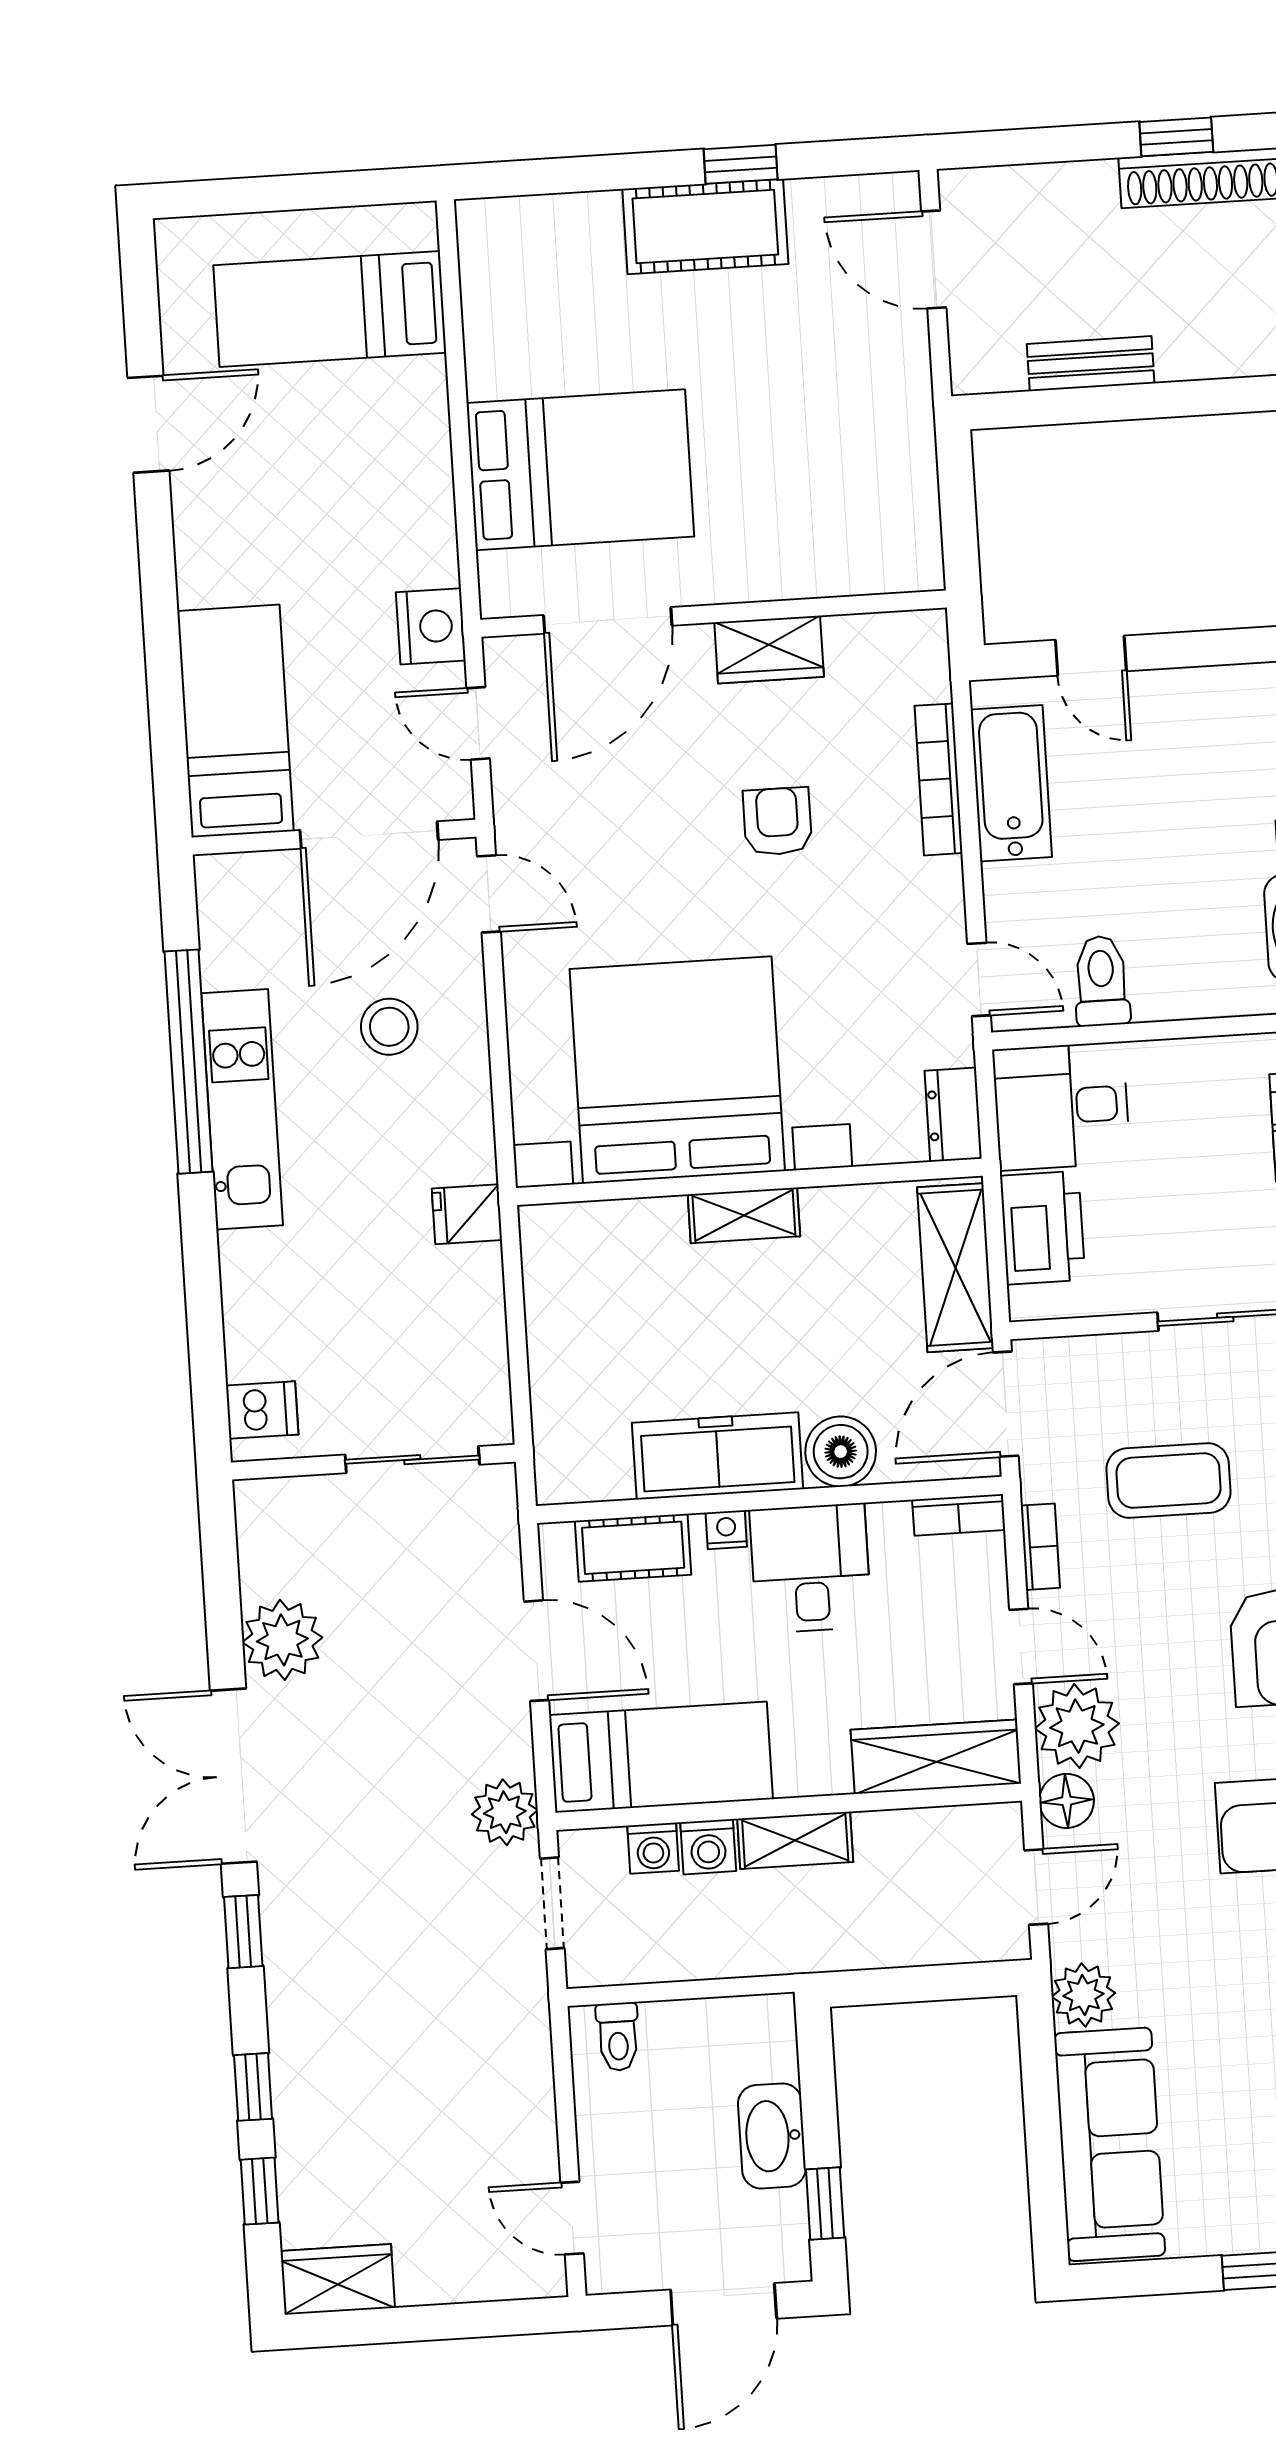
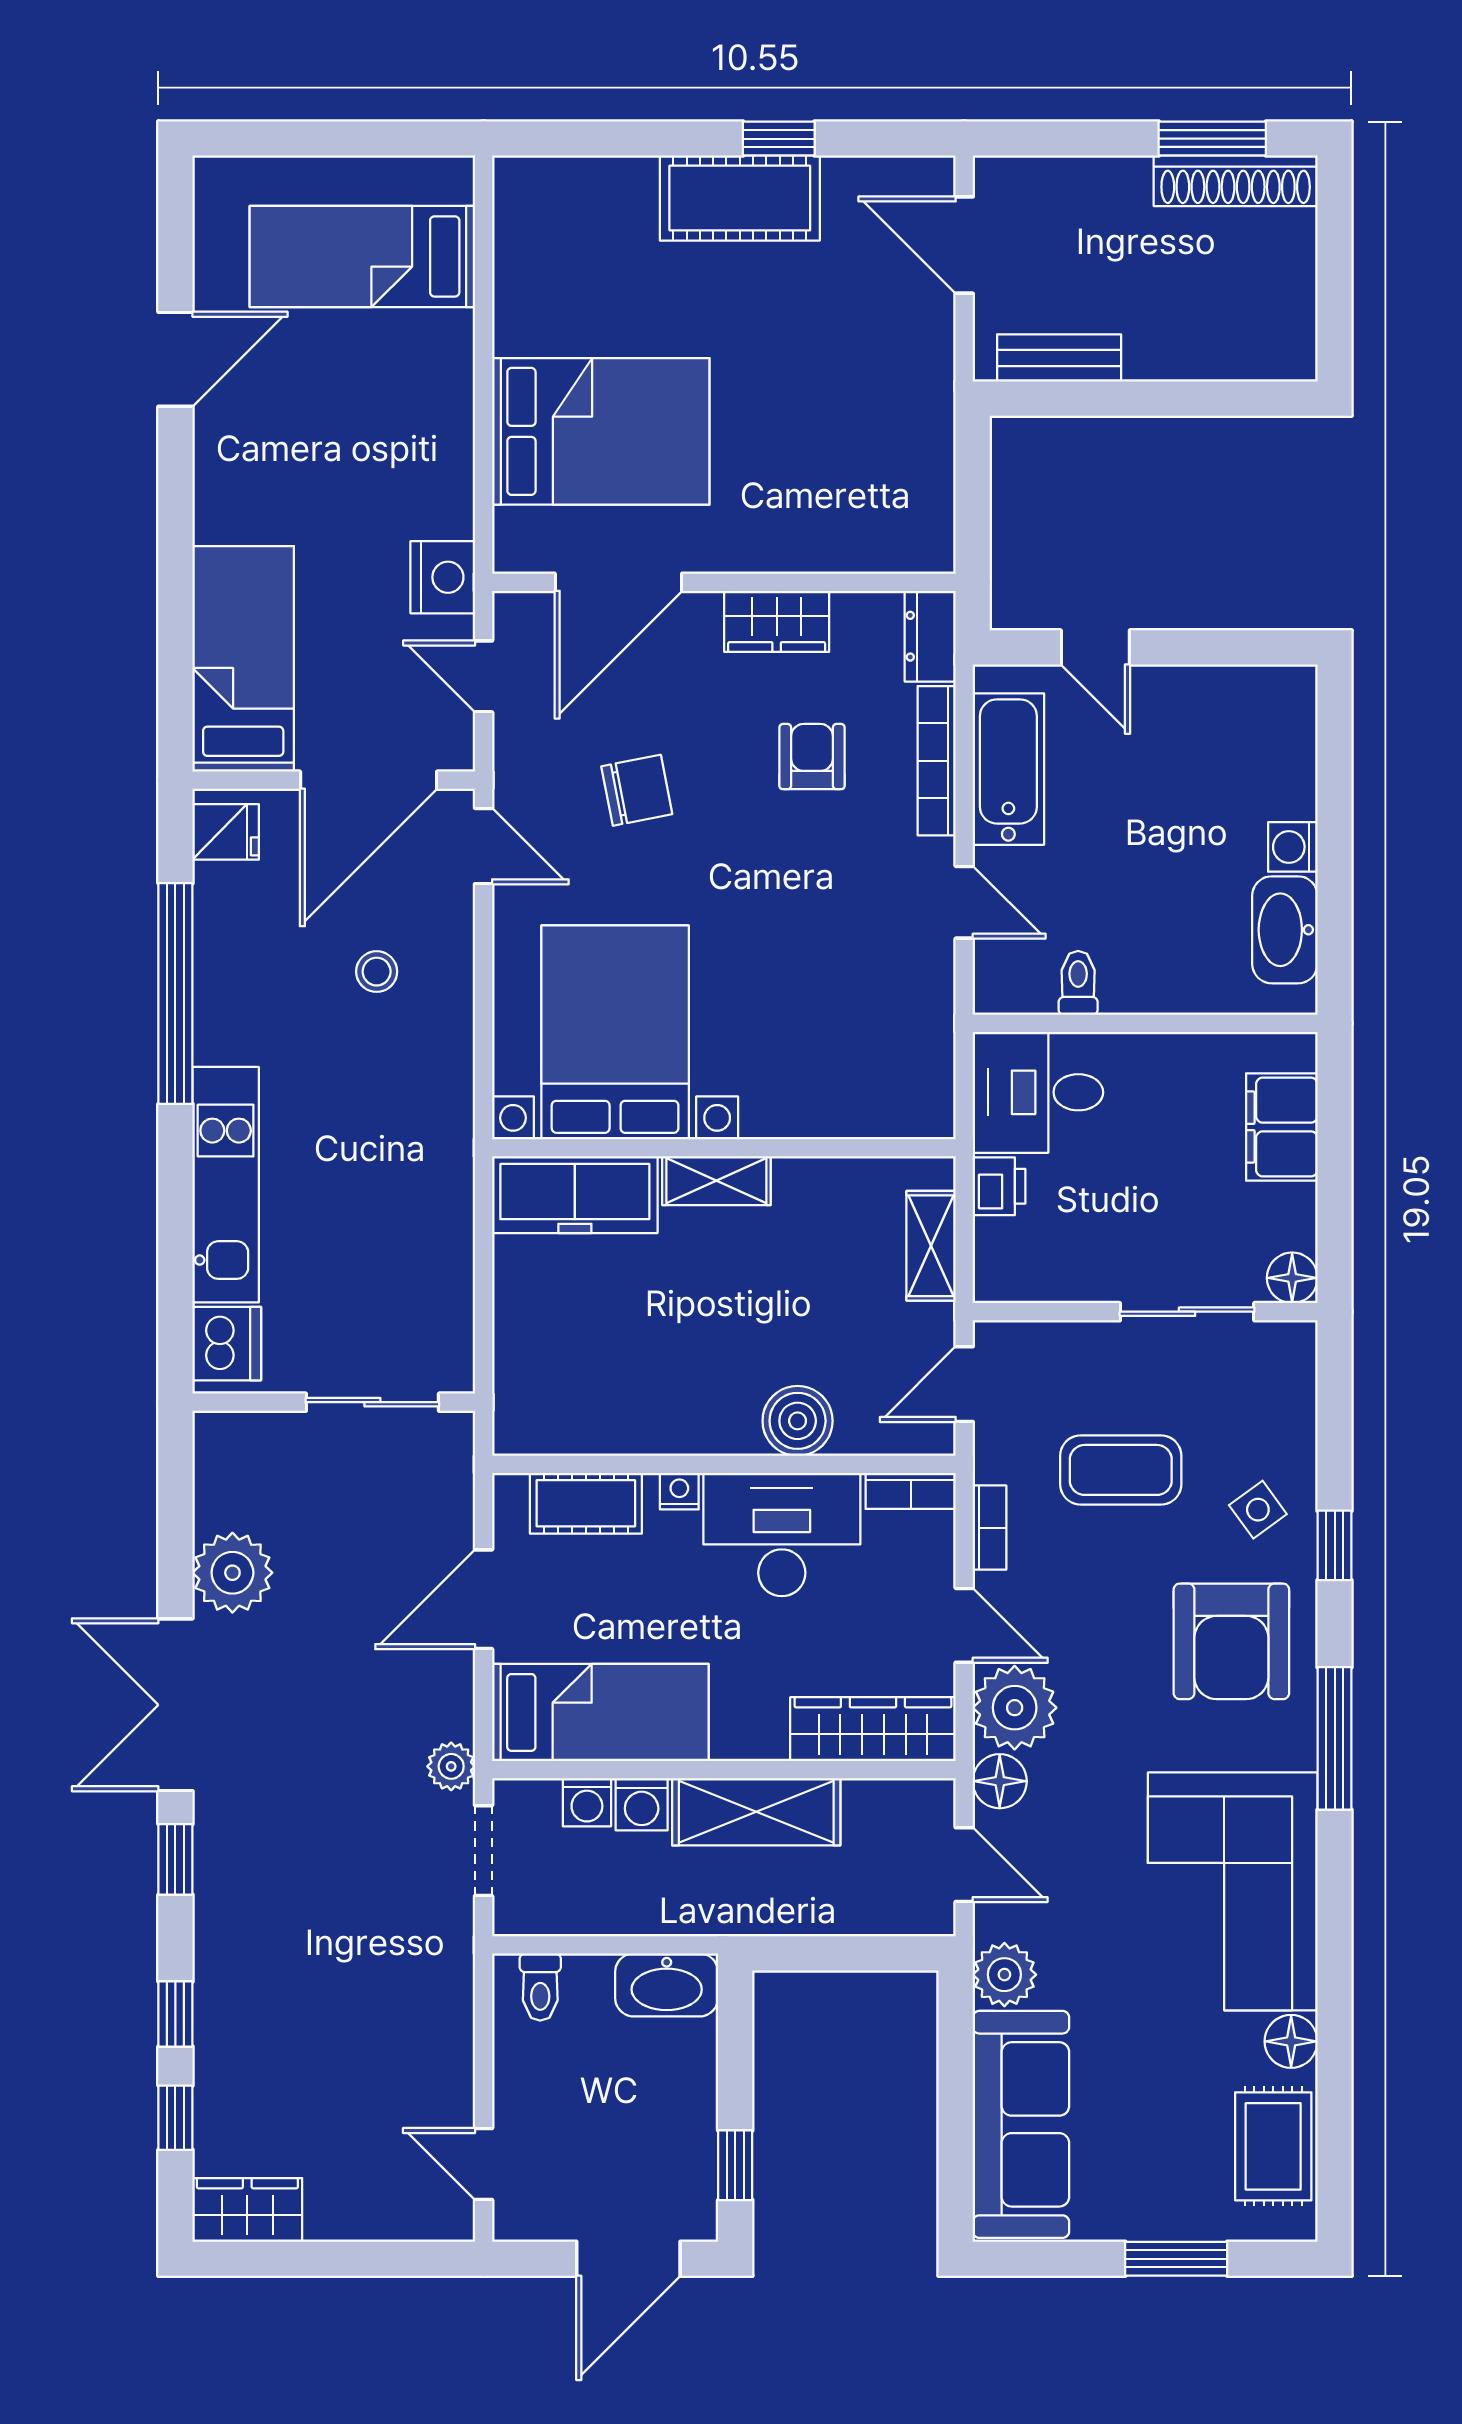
window: (1176, 137) -> (1212, 139), width x1.50
bench: (1091, 364) -> (1059, 358), moved
armchair: (777, 821) -> (812, 757), moved
chair: (639, 828) -> (637, 790), added
door: (979, 979) -> (964, 902), moved
toilet: (1101, 981) -> (1078, 983), width x0.73, depth x0.72
stool: (389, 1027) -> (377, 972), width x0.73, depth x0.73
bed with nightstands: (677, 1070) -> (615, 1032), width x0.73
kitchen unit: (242, 1109) -> (226, 1185), moved
dresser: (953, 1115) -> (930, 636), moved
fridge: (467, 1214) -> (226, 832), moved, turned 180
printer: (1043, 1228) -> (999, 1186), width x0.53, depth x0.68
shelving: (955, 1268) -> (931, 1246), width x0.67, depth x0.75
door: (1006, 1404) -> (964, 1384), width x0.73
dishwasher: (262, 1410) -> (227, 1344), width x1.38
freezer: (718, 1456) -> (575, 1195), moved, turned 180
desk: (811, 1568) -> (782, 1535), width x1.37
door: (536, 1651) -> (484, 1599), swing flipped
plant: (505, 1812) -> (451, 1766), width x0.73, depth x0.73
shelving: (795, 1840) -> (756, 1812), width x1.50, depth x1.33
door: (1036, 1887) -> (964, 1865), hinge flipped
washbasin: (772, 2136) -> (667, 1985), moved, turned -90

